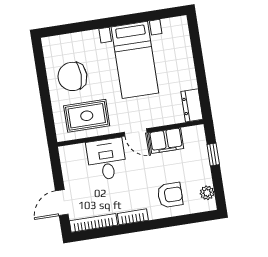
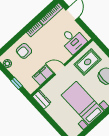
desk: (107, 159) -> (73, 40), moved

